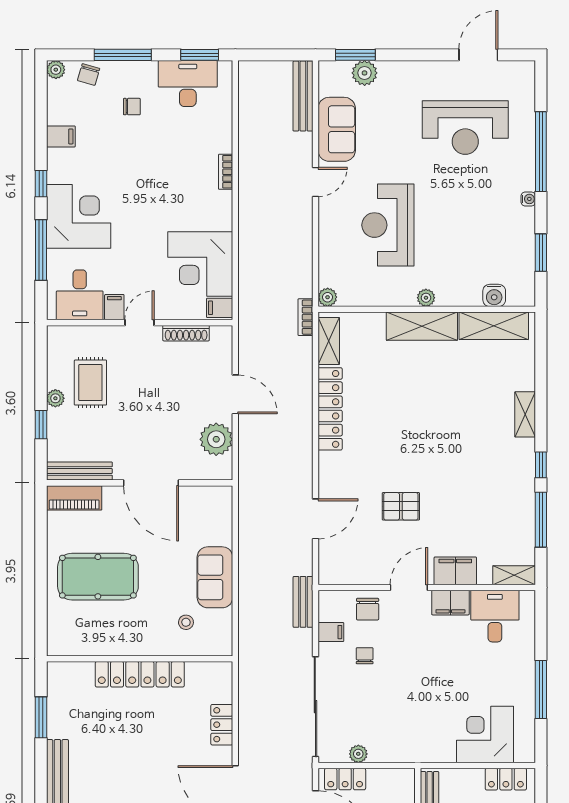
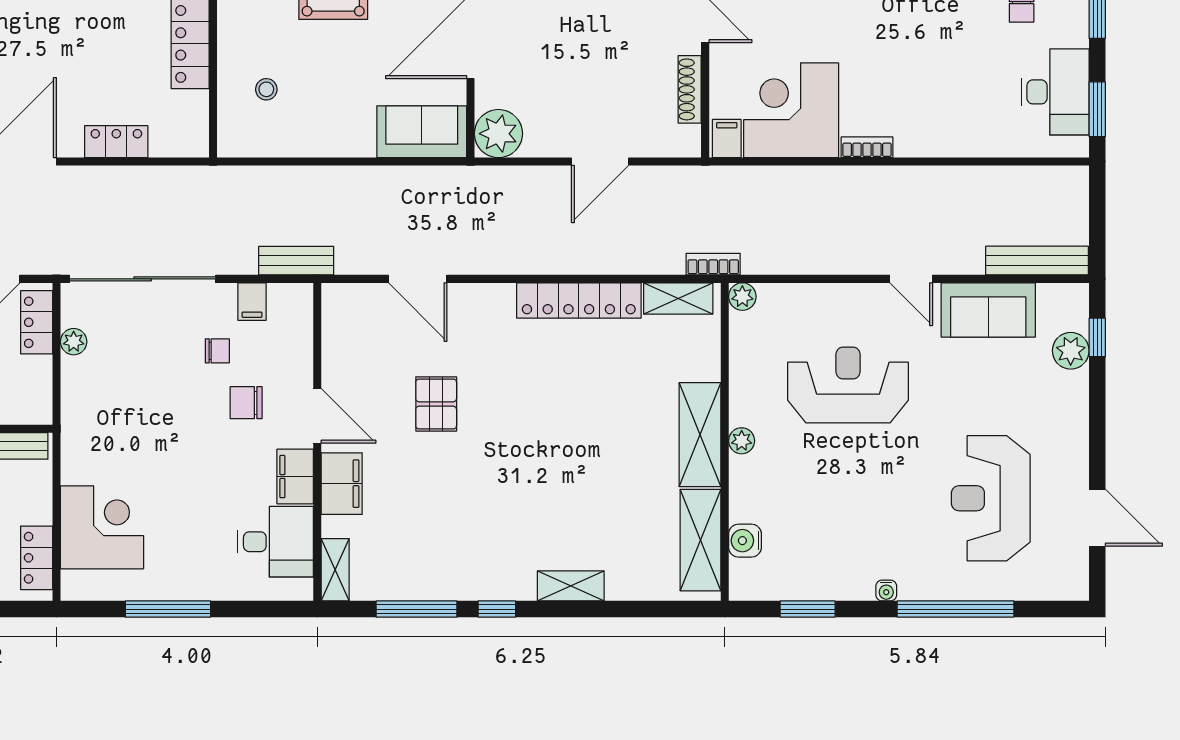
window: (355, 55) -> (1097, 337), width x0.67
bookcase: (226, 172) -> (867, 147), moved
plant: (216, 439) -> (498, 134), moved
sofa: (215, 577) -> (422, 132), moved
chair: (368, 609) -> (246, 403), moved

